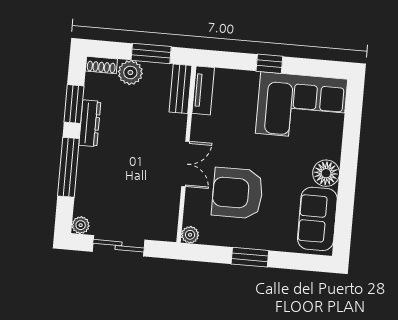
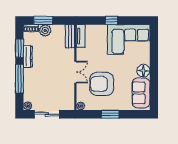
window: (151, 53) -> (43, 20), moved

